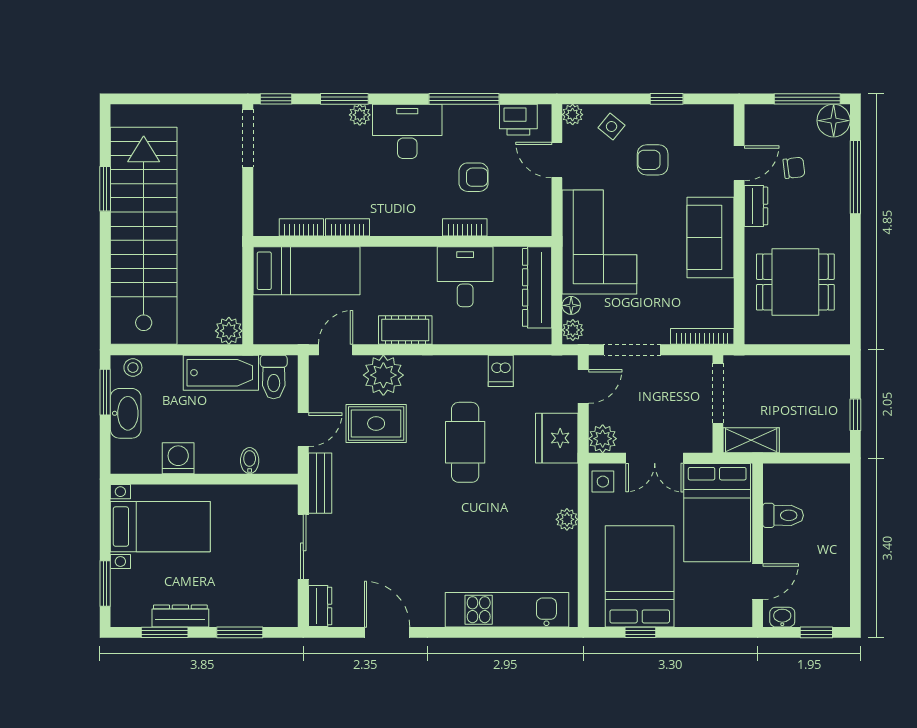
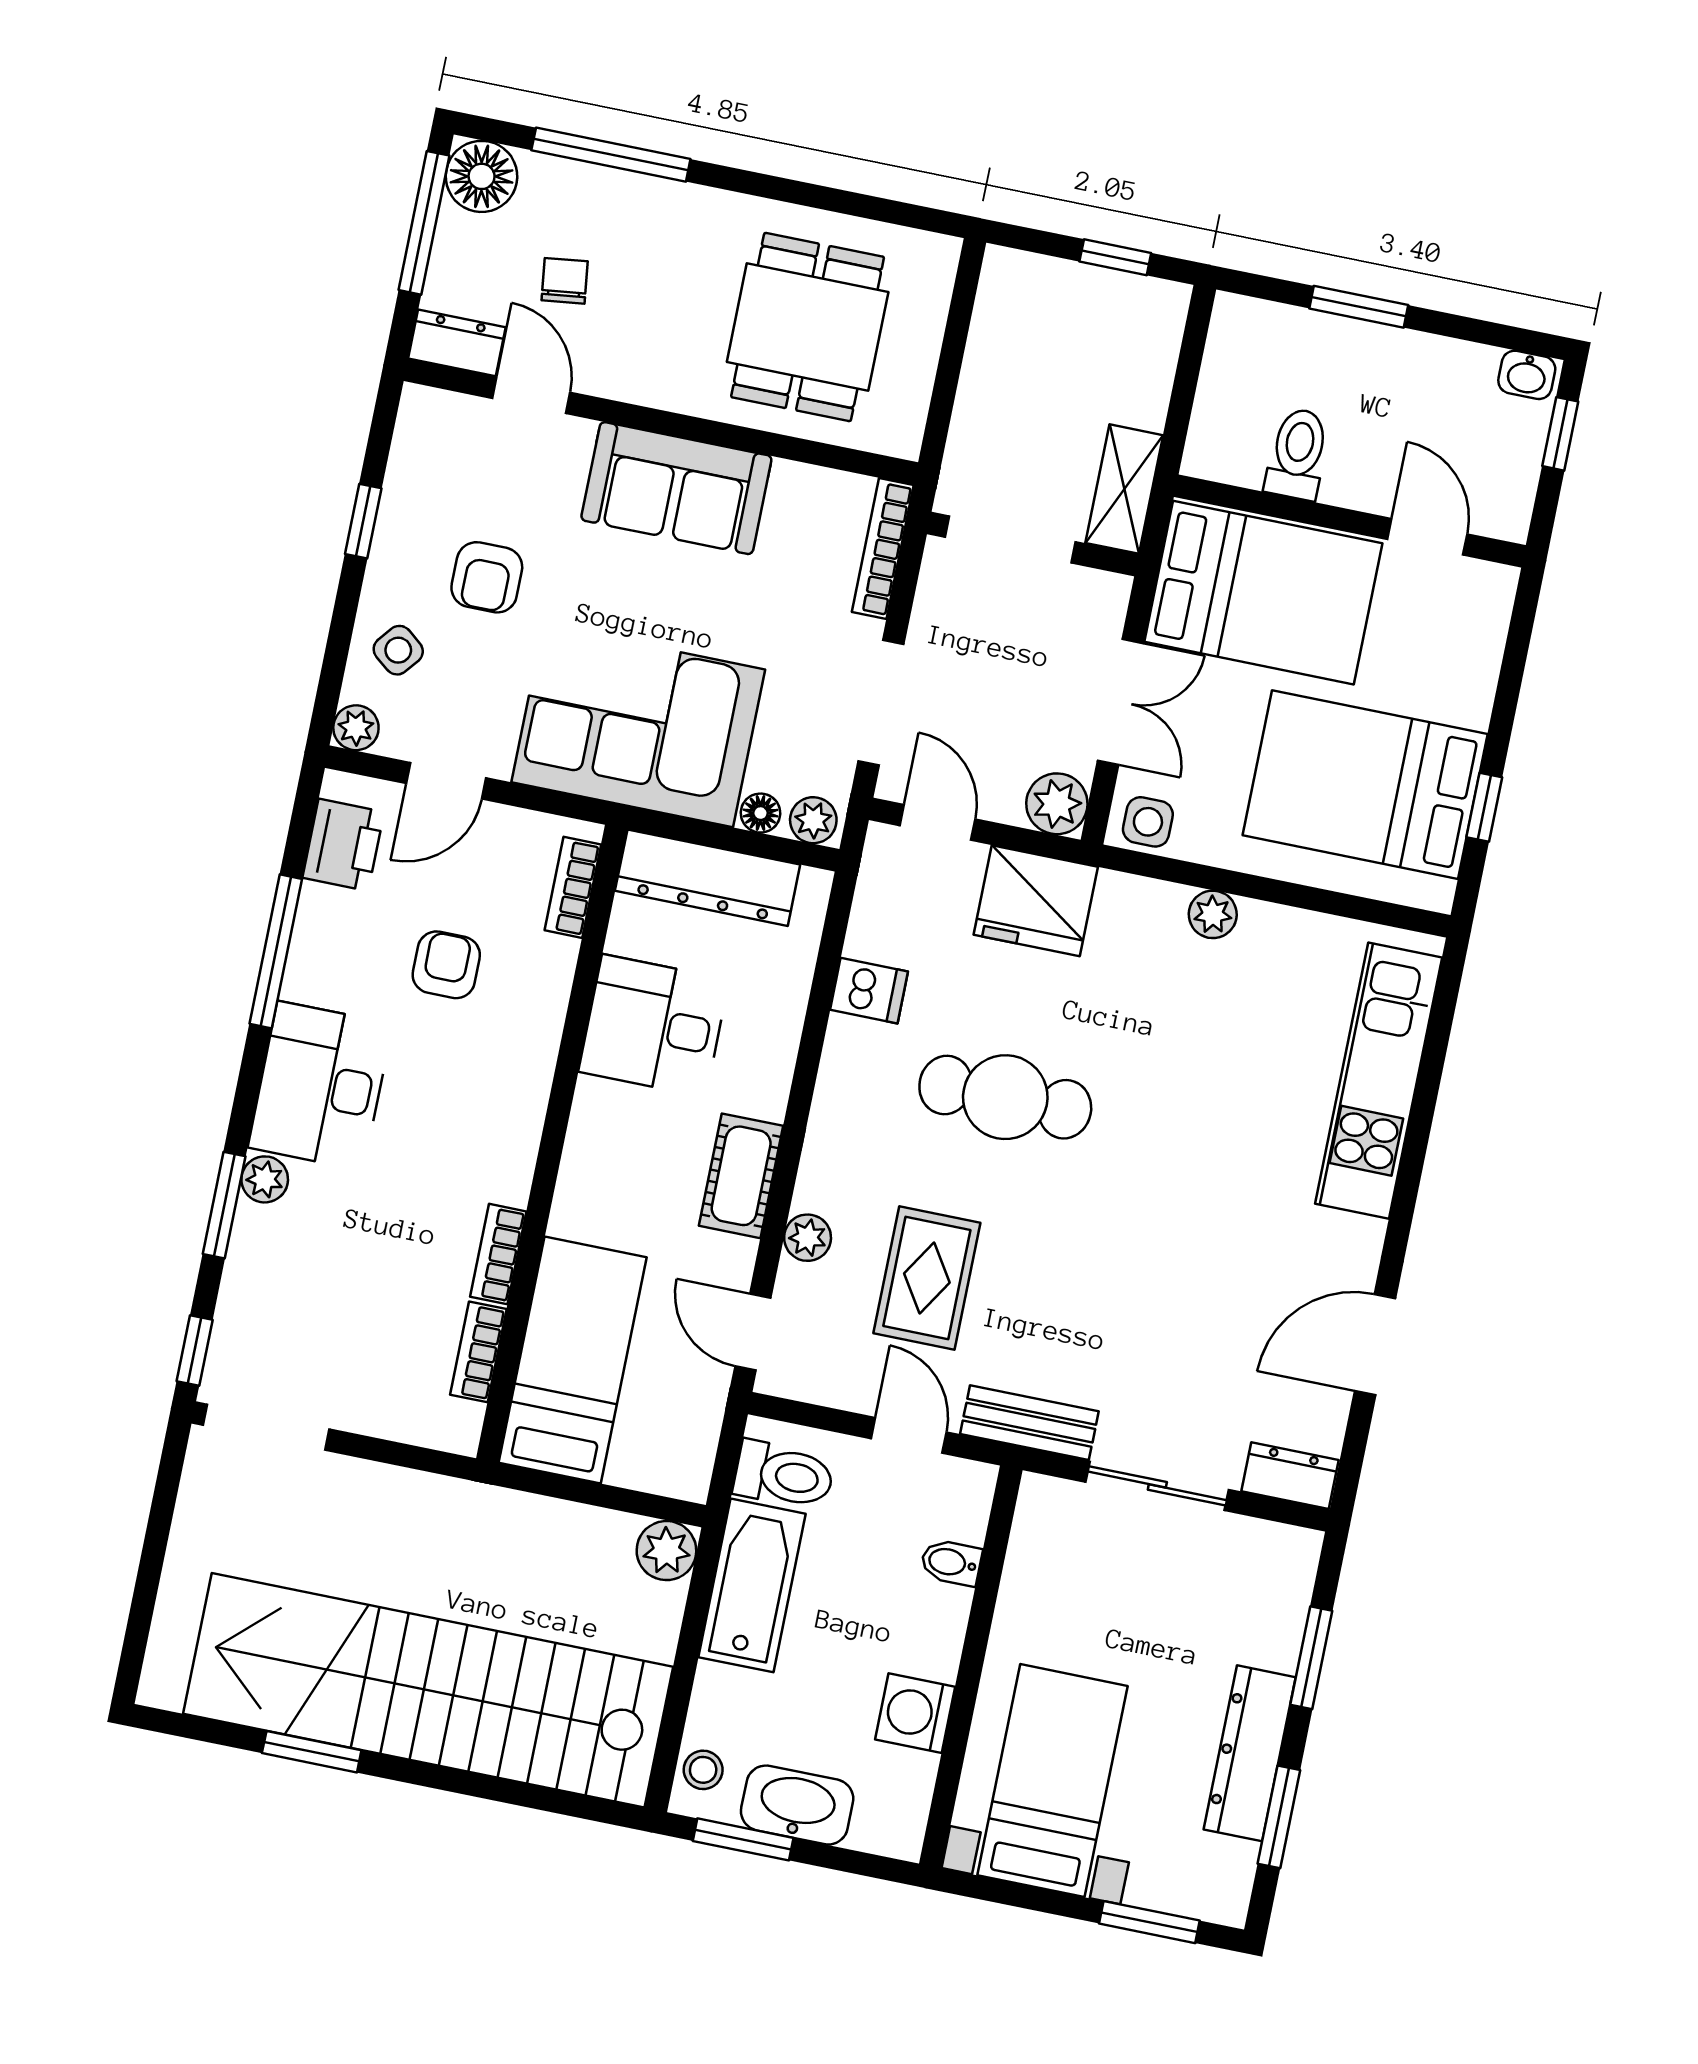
dresser: (756, 206) -> (457, 343), moved
bookcase: (465, 227) -> (573, 887), moved
plant: (383, 375) -> (808, 1238), width x0.53, depth x0.53
window: (855, 530) -> (1359, 307), added
dresser: (180, 616) -> (1250, 1753), width x1.37, depth x1.24
washbasin: (782, 617) -> (1527, 375), moved, turned -90

